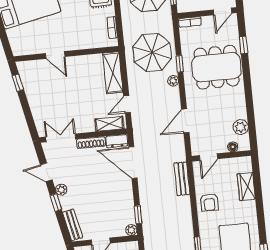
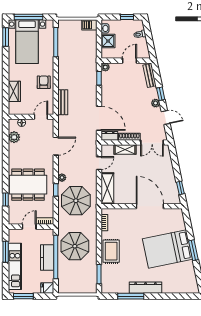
door: (223, 11) -> (29, 227), moved
door: (55, 55) -> (150, 206), width x1.87
shelving: (109, 124) -> (125, 150), moved

